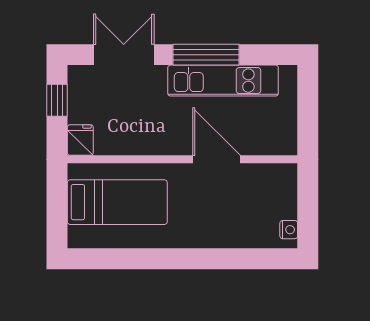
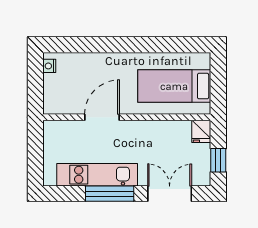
double door: (124, 55) -> (170, 194), swing flipped
door: (216, 159) -> (102, 117), swing flipped

